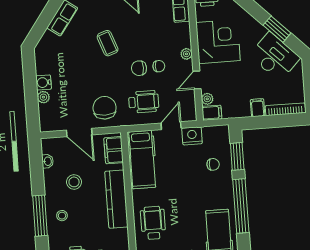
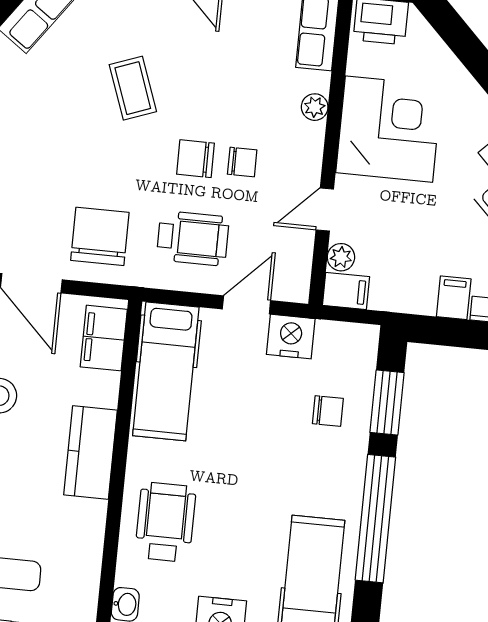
plant: (186, 54) -> (315, 107), moved
kitchen counter: (116, 199) -> (90, 452), width x0.67

